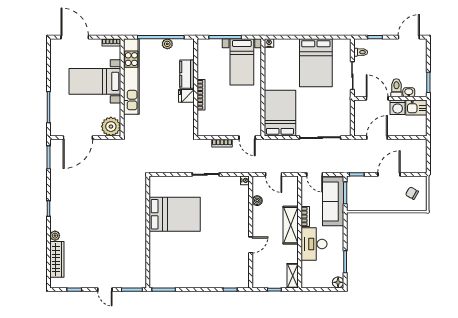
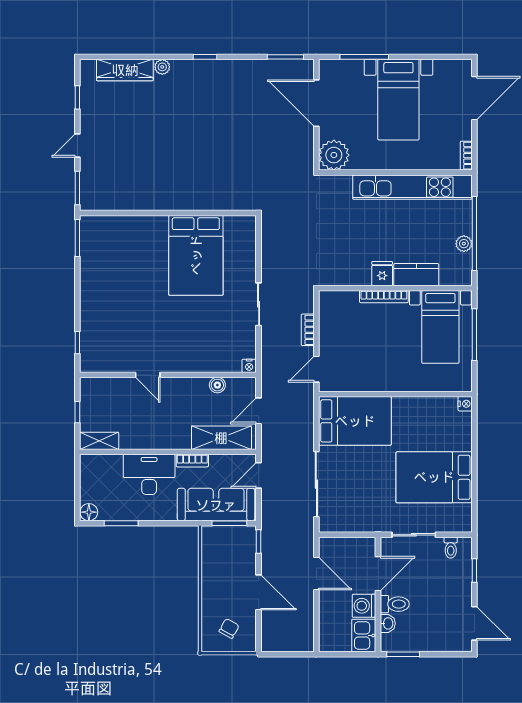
bed with nightstands: (242, 62) -> (440, 327), moved, turned -90
bed with nightstands: (95, 81) -> (398, 100), moved, turned 180
shelving: (291, 225) -> (221, 438), moved

